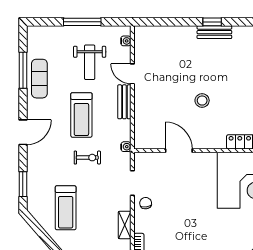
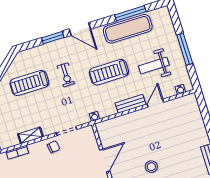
exercise mat: (39, 79) -> (128, 29), width x1.36, depth x1.45
exercise bike: (87, 158) -> (66, 75), moved
window: (23, 184) -> (53, 38), moved

